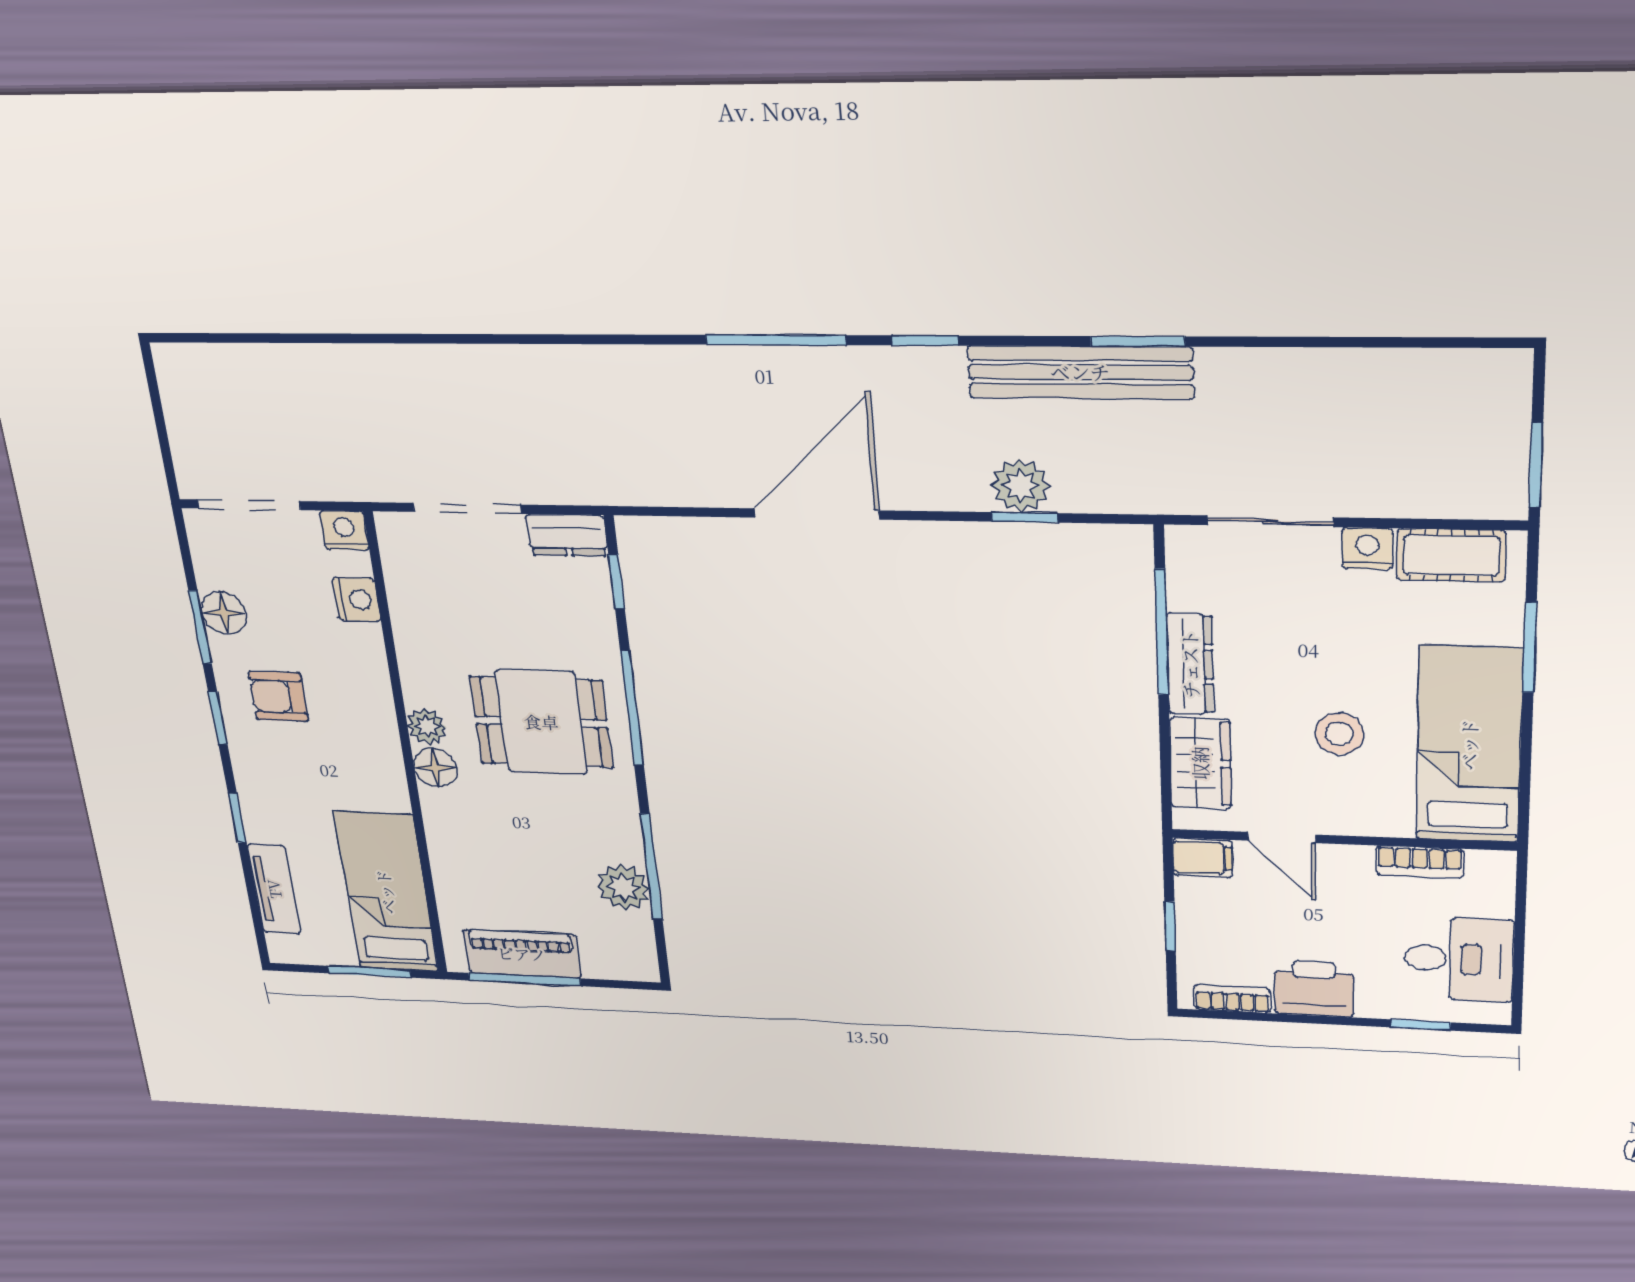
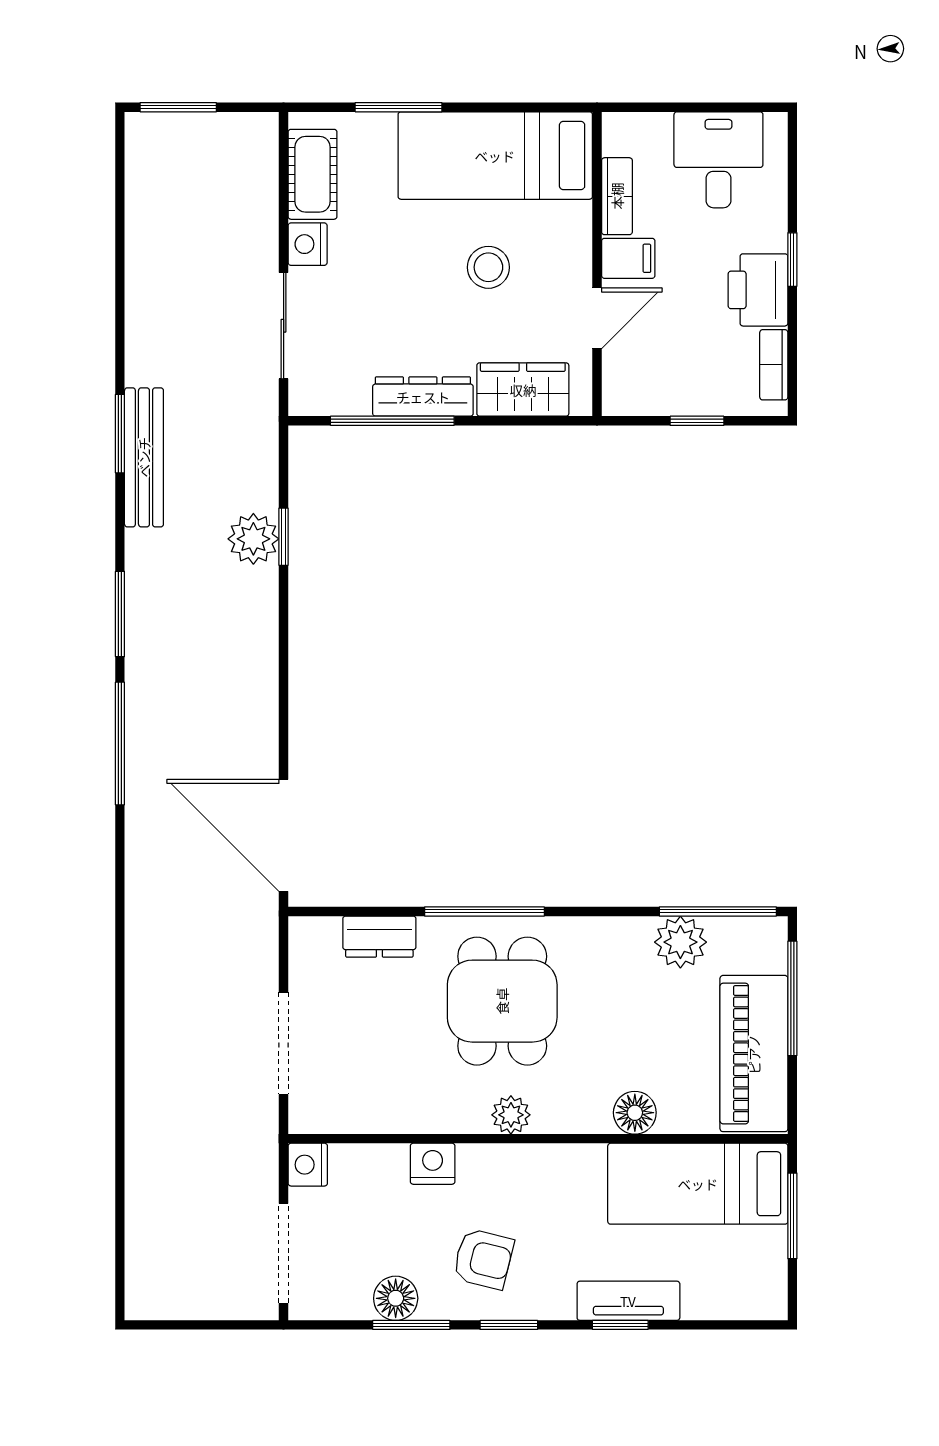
window: (925, 341) -> (120, 614), width x1.50
bench: (1080, 372) -> (144, 457), width x0.73, depth x0.82
window: (1536, 465) -> (178, 107), moved
door: (817, 514) -> (284, 835), moved
dresser: (567, 535) -> (379, 937), moved, turned 90
window: (617, 582) -> (354, 911), removed
nightstand: (357, 600) -> (433, 1164), moved
armchair: (278, 696) -> (483, 1259), turned -76
floor lamp: (435, 767) -> (635, 1113), moved
filing cabinet: (1203, 858) -> (628, 258), moved, turned 90
window: (651, 867) -> (718, 911), moved
tv unit: (274, 889) -> (628, 1301), moved
piano: (522, 954) -> (754, 1054), width x1.37, depth x1.33
window: (525, 980) -> (792, 998), moved
window: (1421, 1025) -> (792, 260), moved

